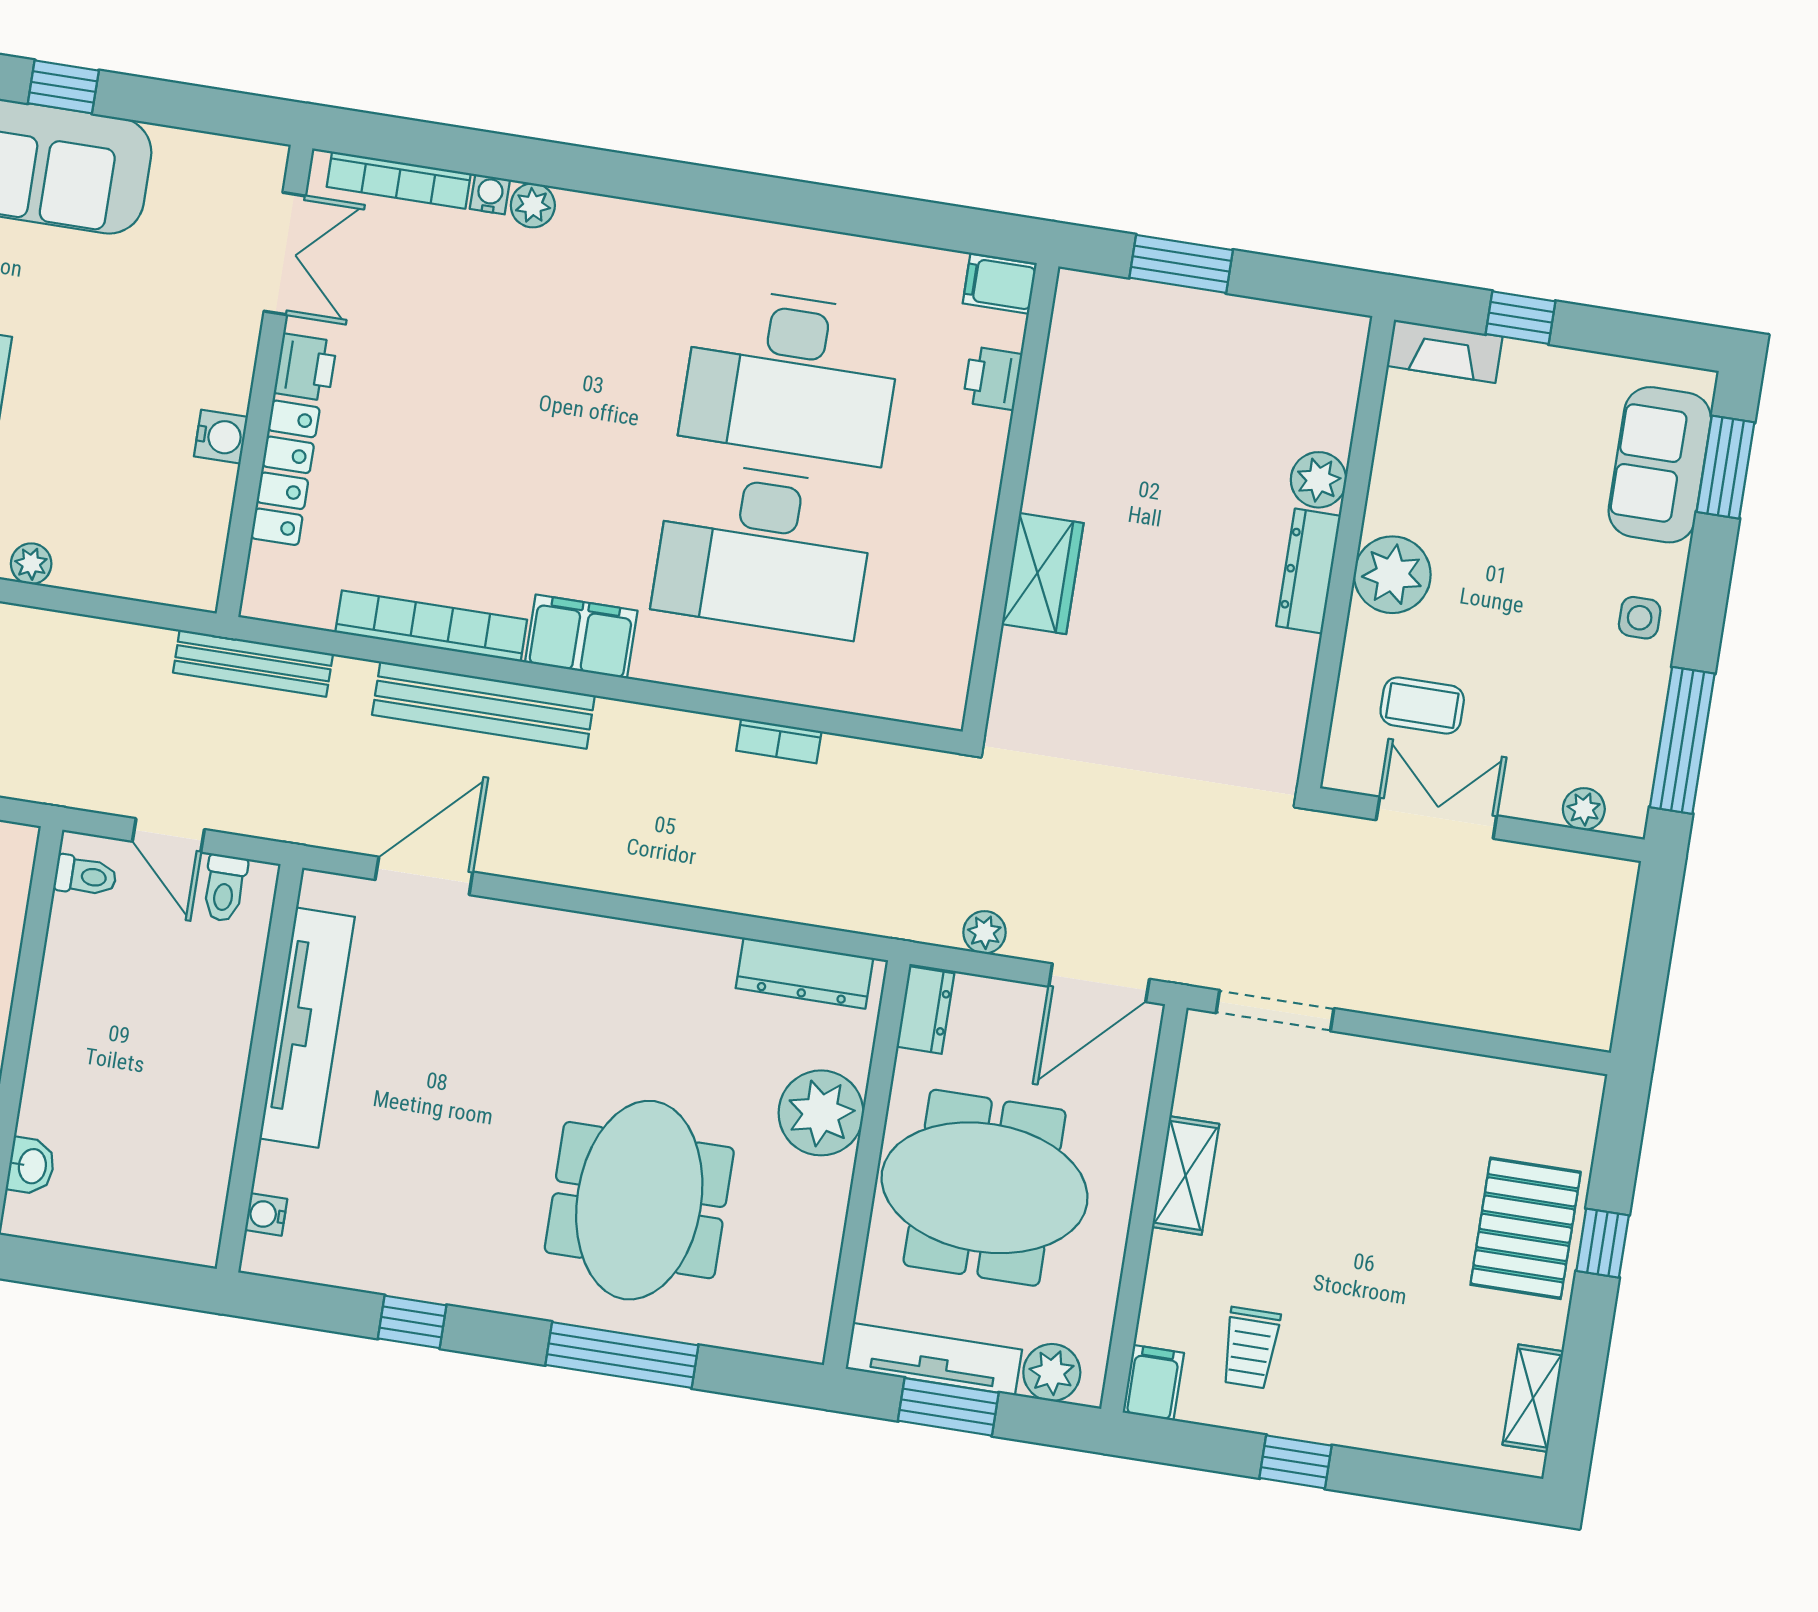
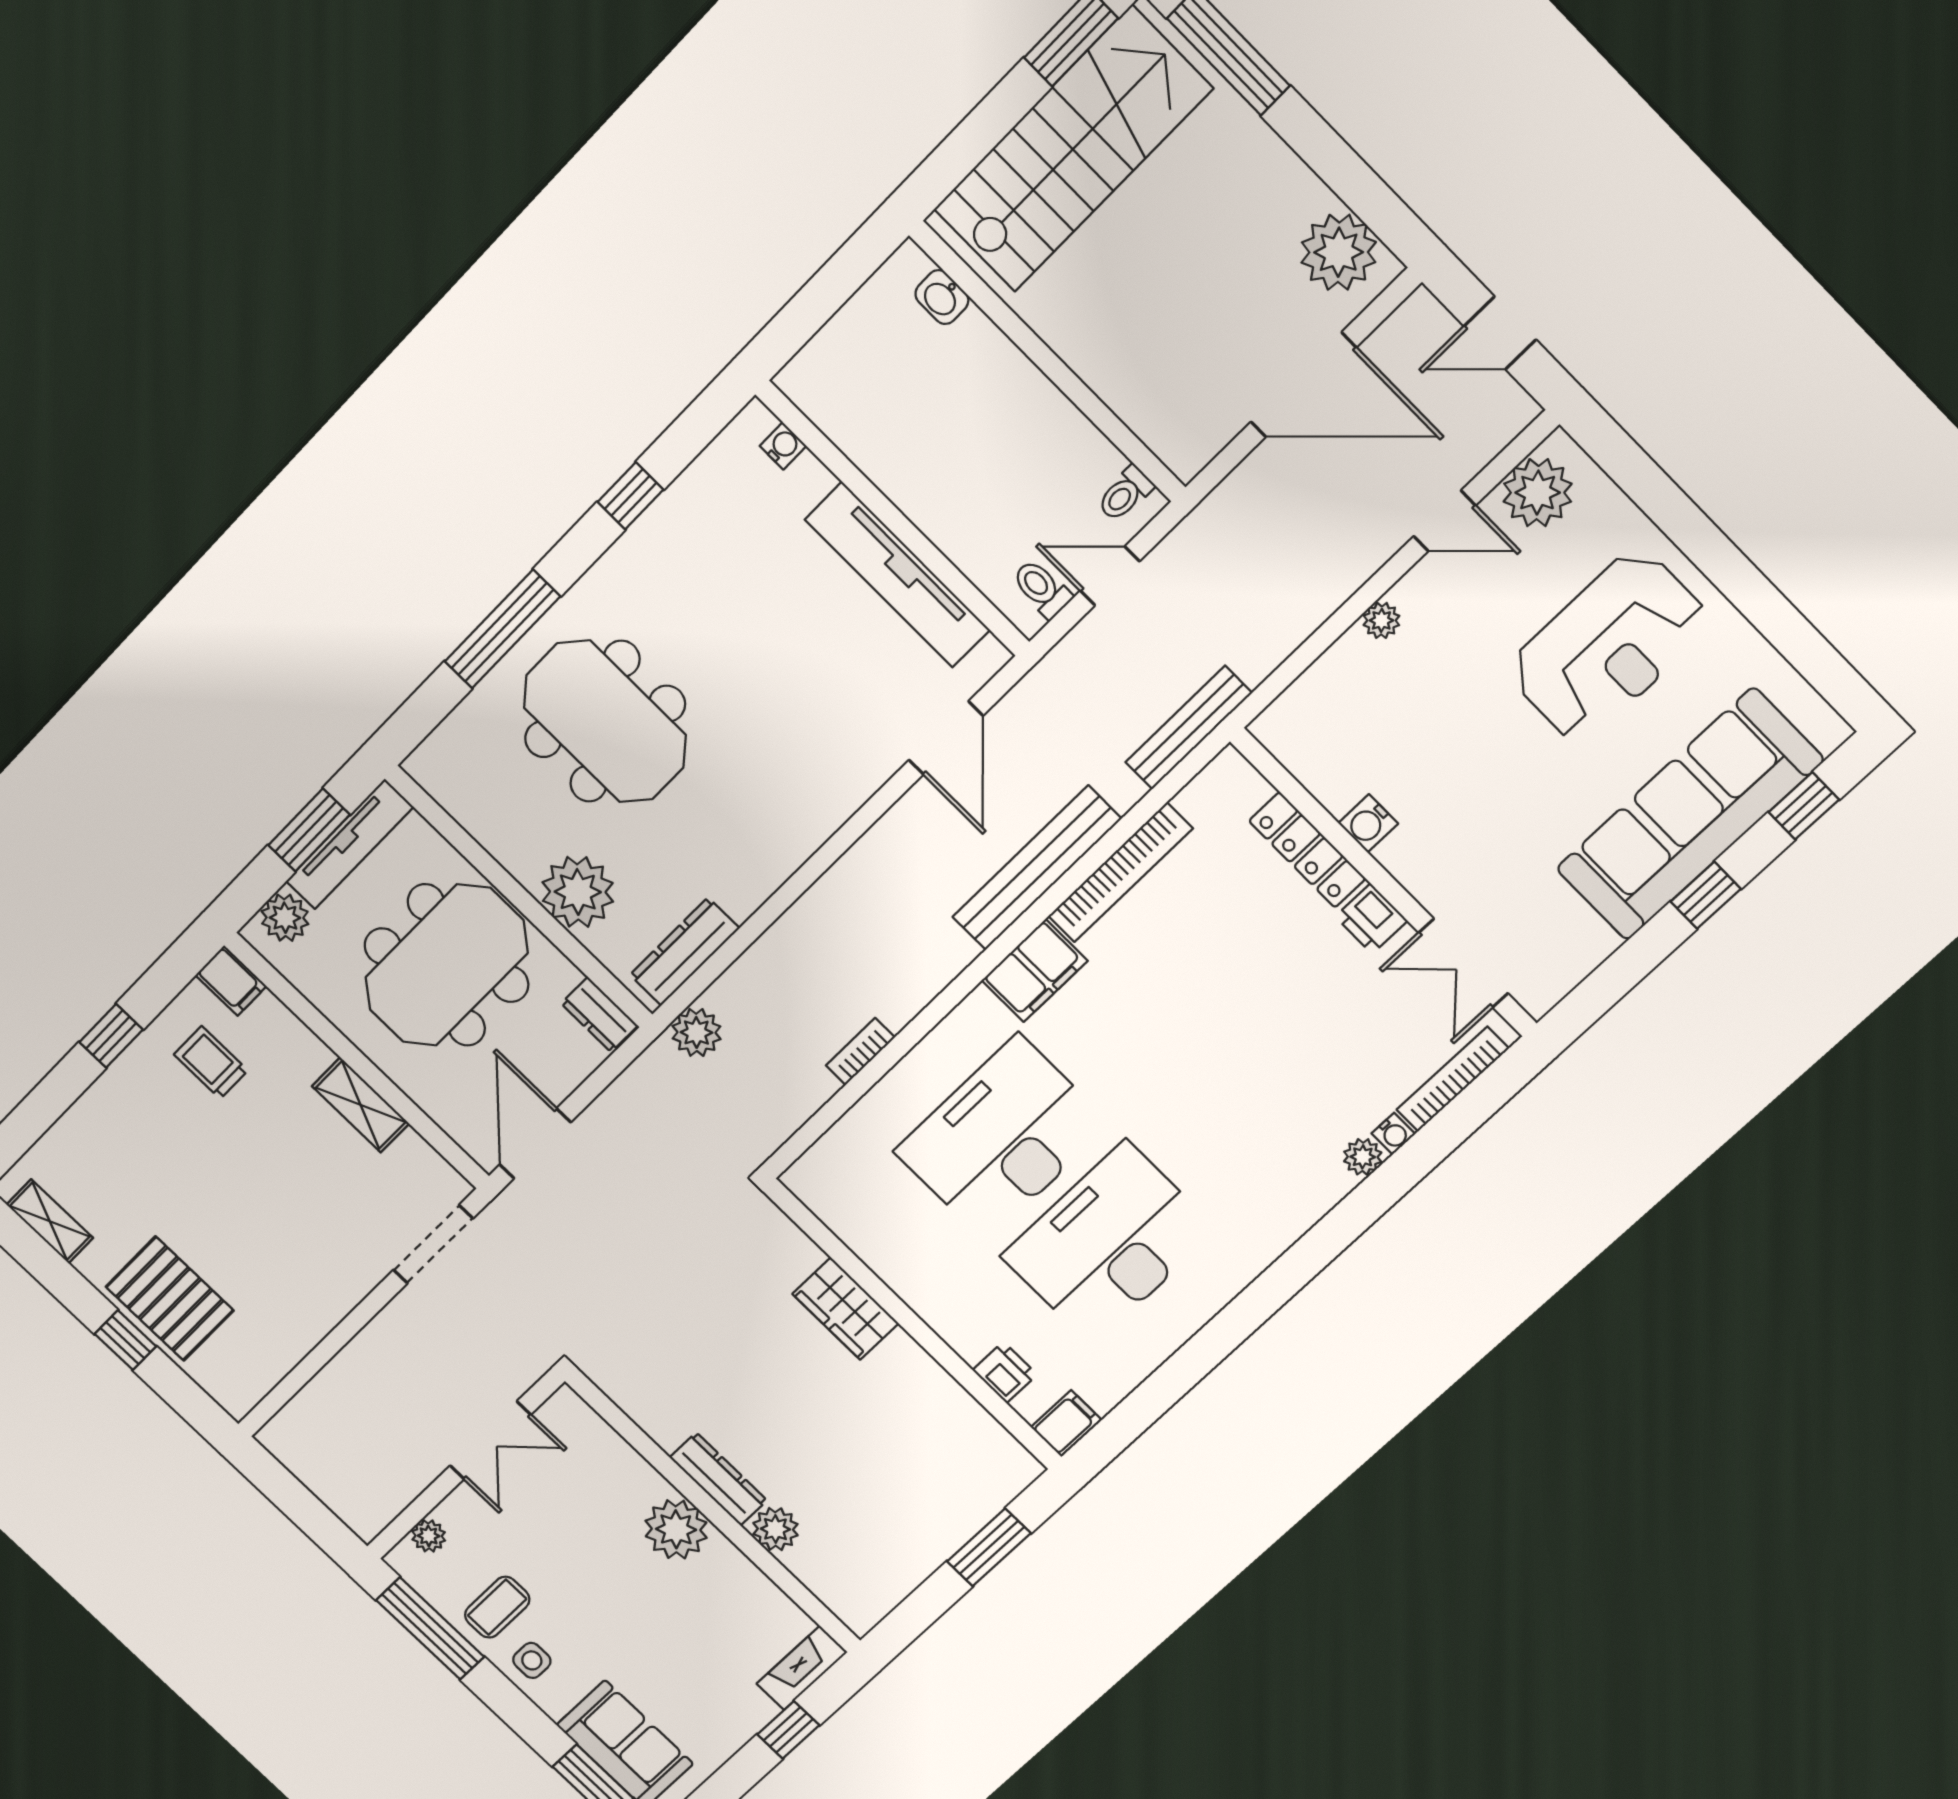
coffee table: (1422, 706) -> (497, 1607), moved
plant: (984, 932) -> (696, 1032), moved, width x1.38, depth x1.38

